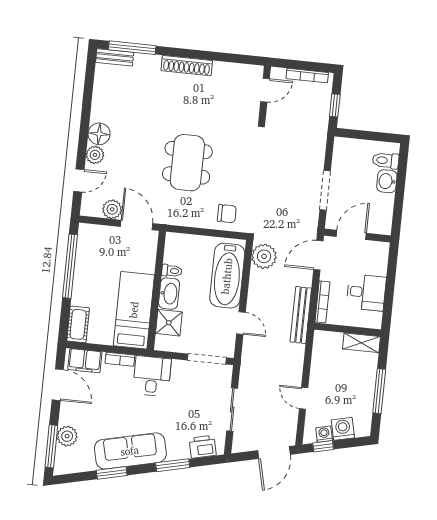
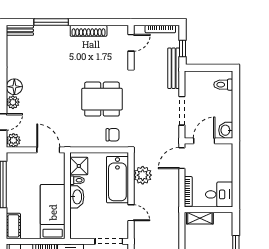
window: (132, 48) -> (51, 22), moved
shoe rack: (187, 66) -> (89, 31), moved
dining table: (187, 163) -> (102, 99), moved, turned 90
washbasin: (387, 181) -> (226, 130), moved
plant: (112, 209) -> (13, 140), moved
plant: (264, 256) -> (143, 175), moved
desk: (366, 292) -> (219, 194), moved
bench: (301, 315) -> (174, 68), moved
shower: (169, 323) -> (79, 166), moved
shelving: (361, 343) -> (200, 218), moved

